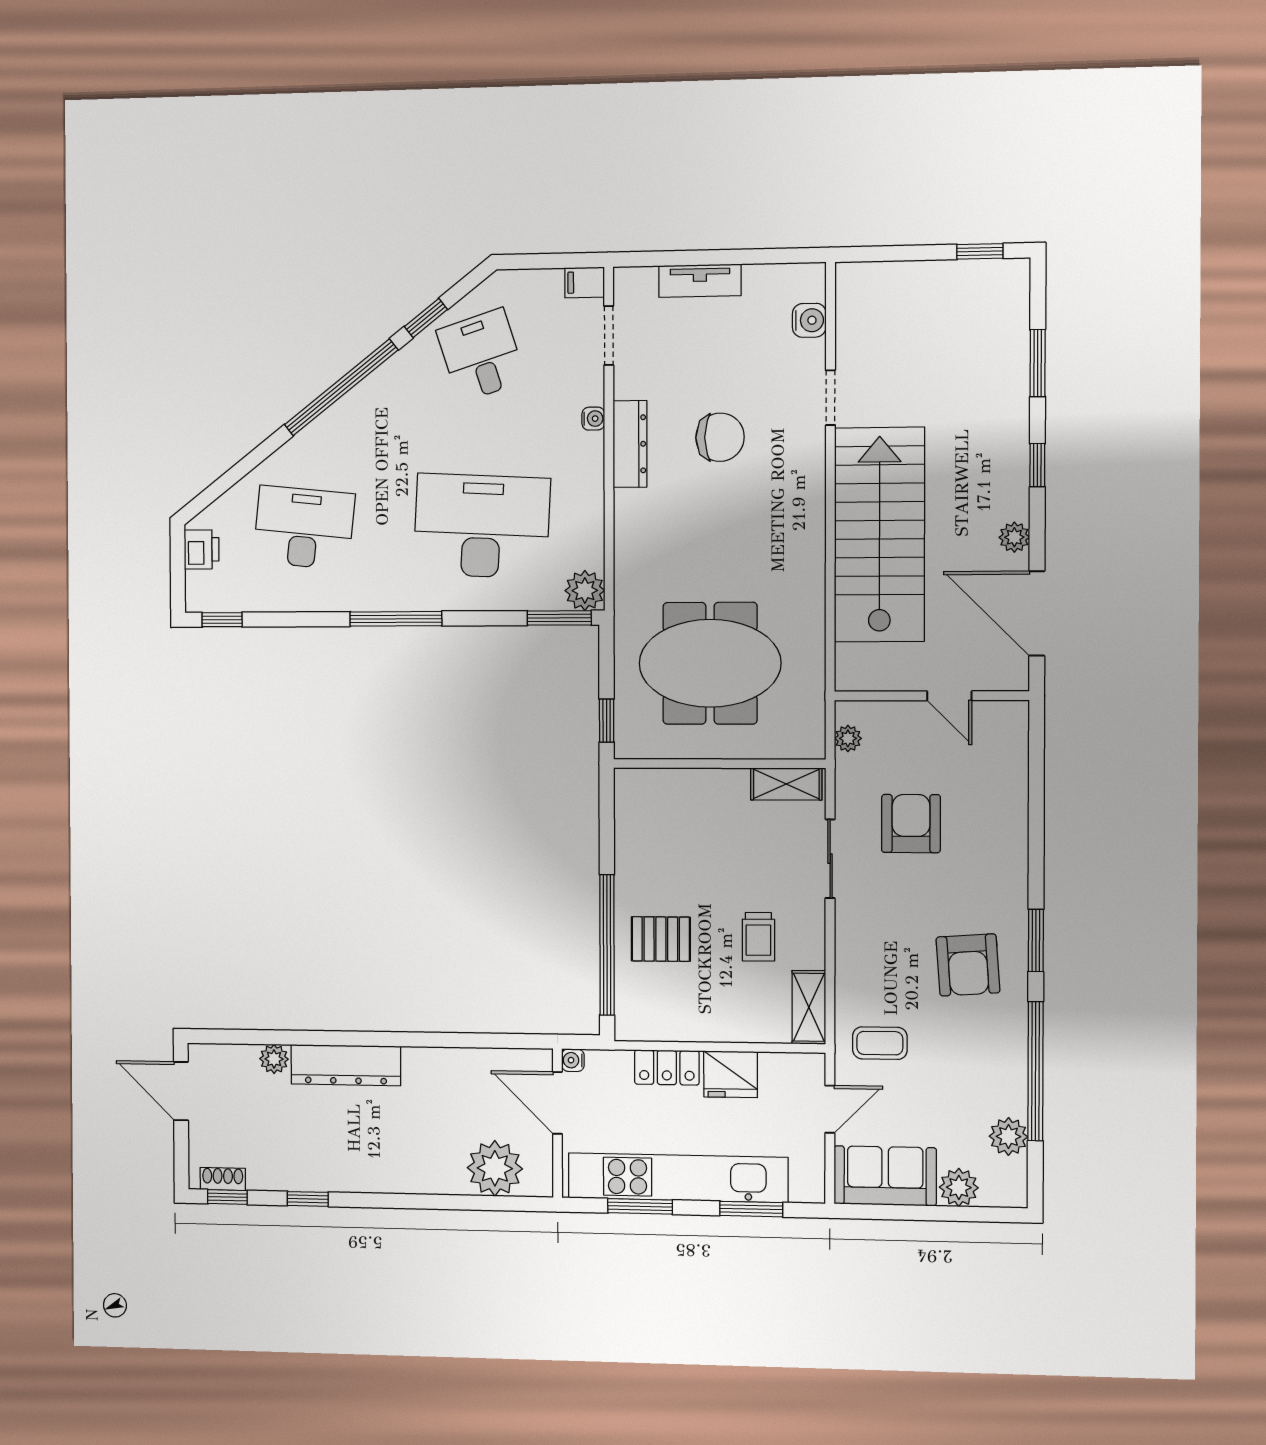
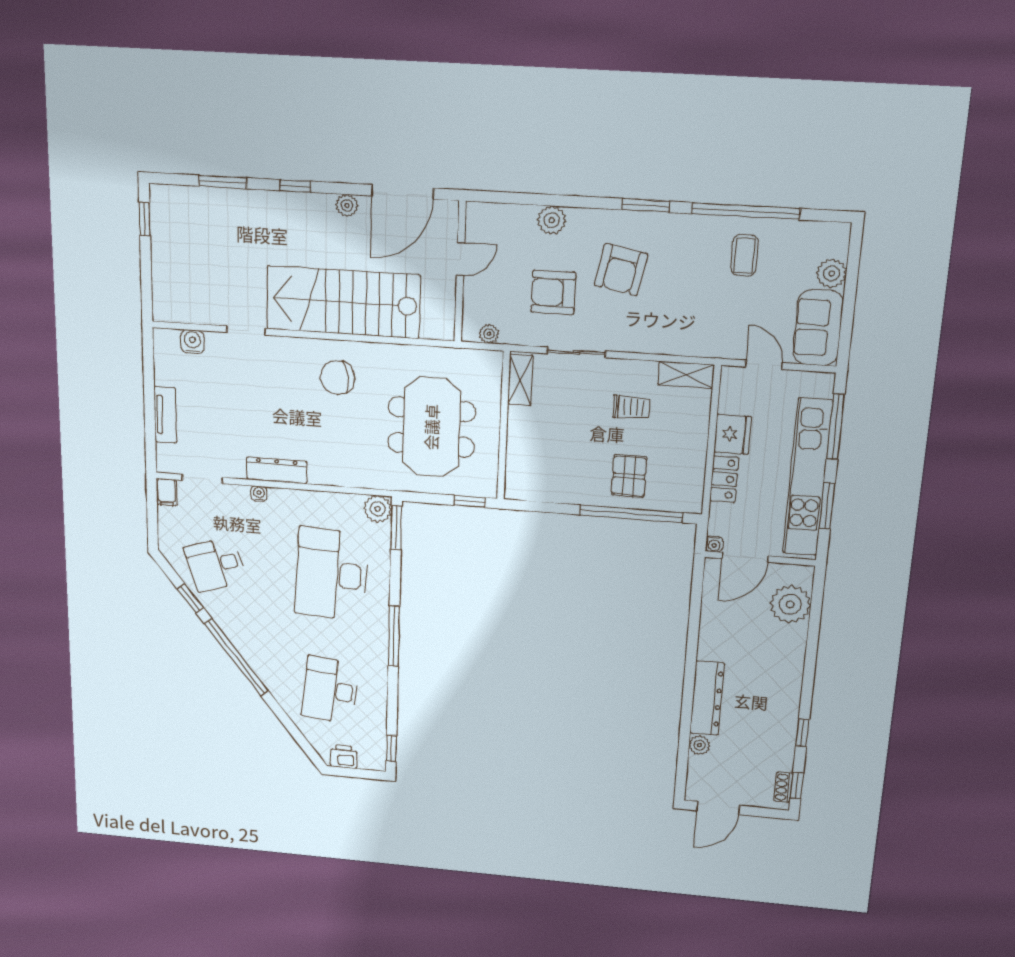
chair: (720, 437) -> (338, 378), moved, turned -97
armchair: (968, 965) -> (621, 270), moved, turned 105
coffee table: (880, 1043) -> (745, 255), moved
plant: (1008, 1137) -> (552, 220), moved
window: (751, 1209) -> (836, 427), width x1.44

